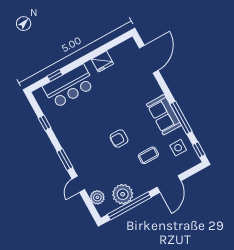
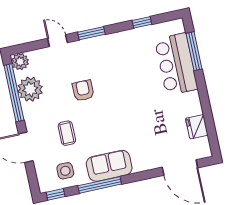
fridge: (102, 61) -> (197, 127), moved
window: (55, 75) -> (194, 51), width x2.17
armchair: (119, 139) -> (83, 91), moved
plant: (97, 197) -> (20, 62), moved

